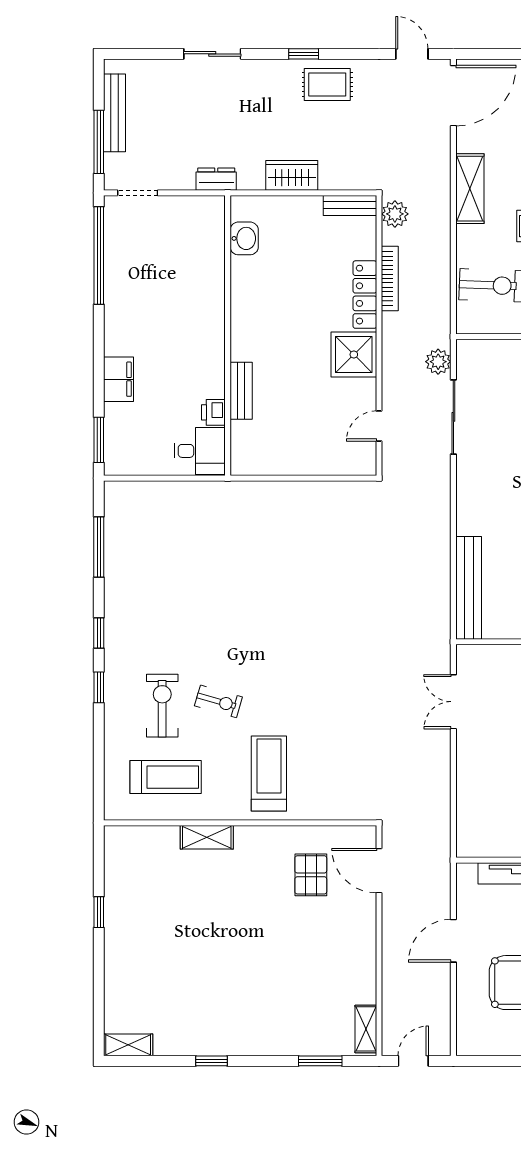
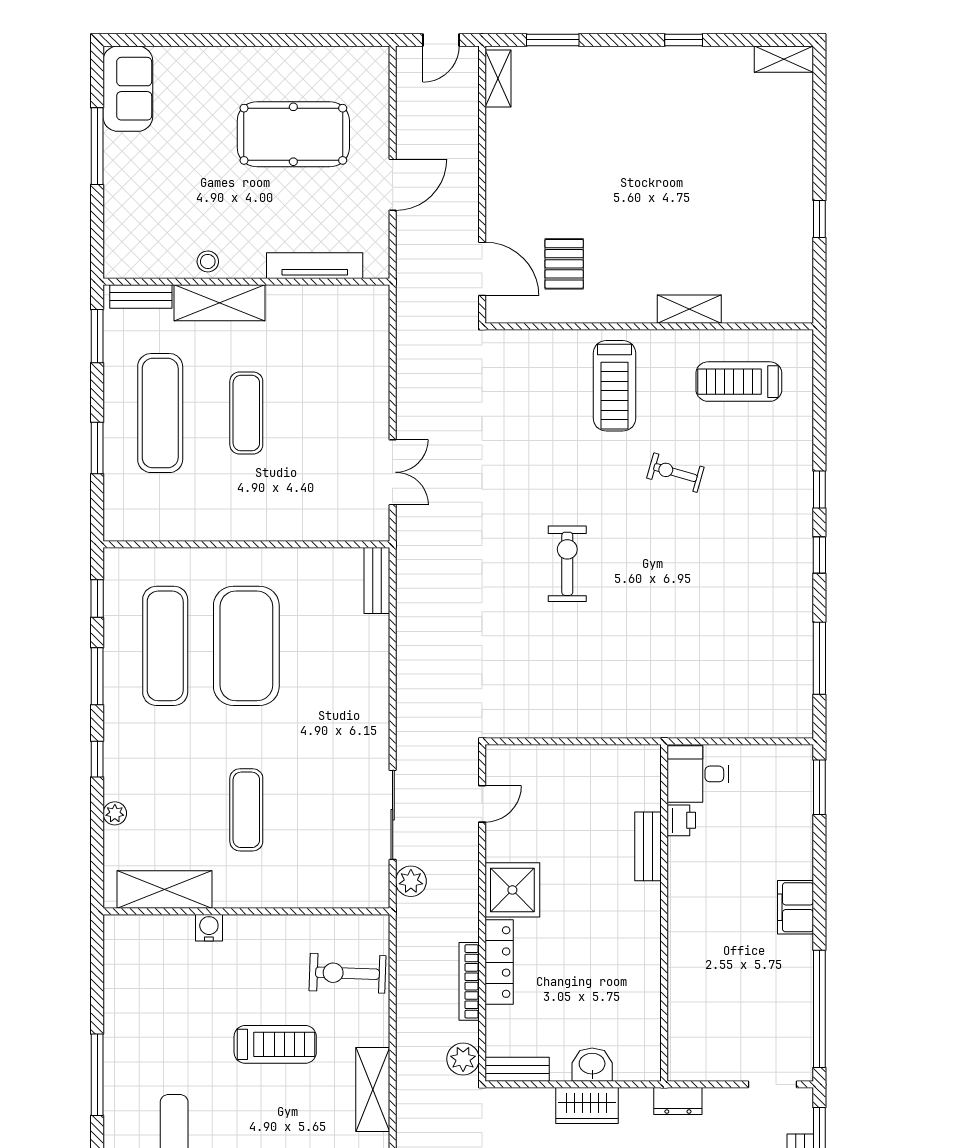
washbasin: (244, 238) -> (592, 1065), moved, turned 90
filing cabinet: (119, 379) -> (795, 907), moved
bench: (469, 588) -> (377, 581), width x0.54, depth x0.82
exercise bike: (162, 706) -> (567, 564), moved, turned 180

